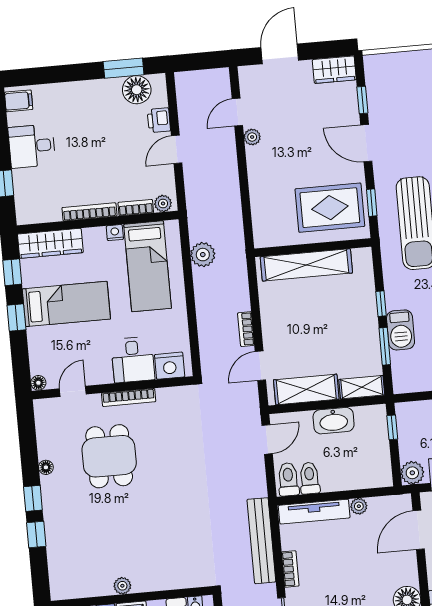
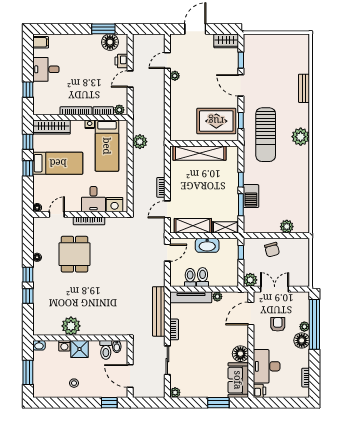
toilet: (288, 479) -> (203, 277), moved
plant: (122, 586) -> (71, 326), width x1.88, depth x1.88

